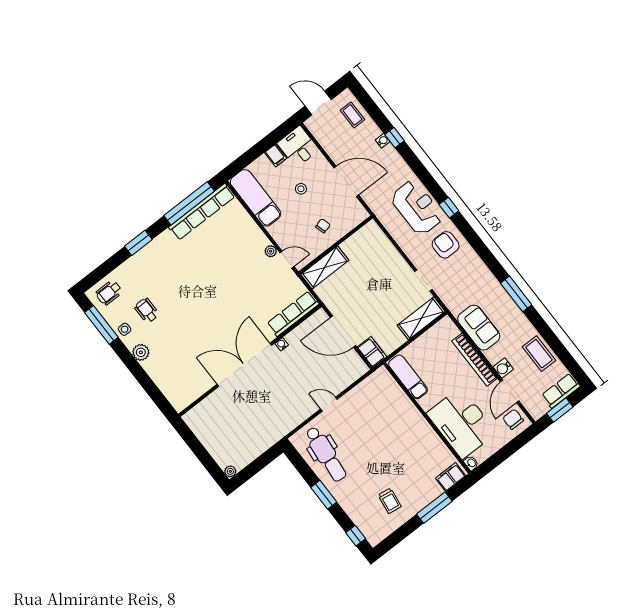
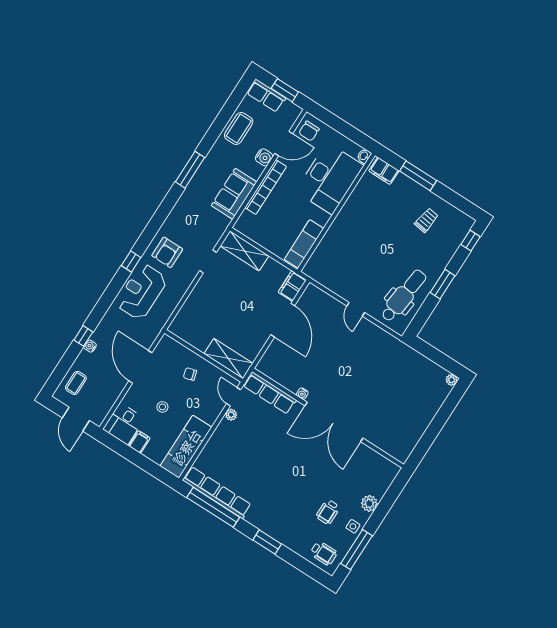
row of seats: (293, 314) -> (270, 393), moved
water cooler: (282, 344) -> (302, 394), moved
wall: (250, 360) -> (328, 418), moved
double door: (244, 365) -> (334, 422), moved

